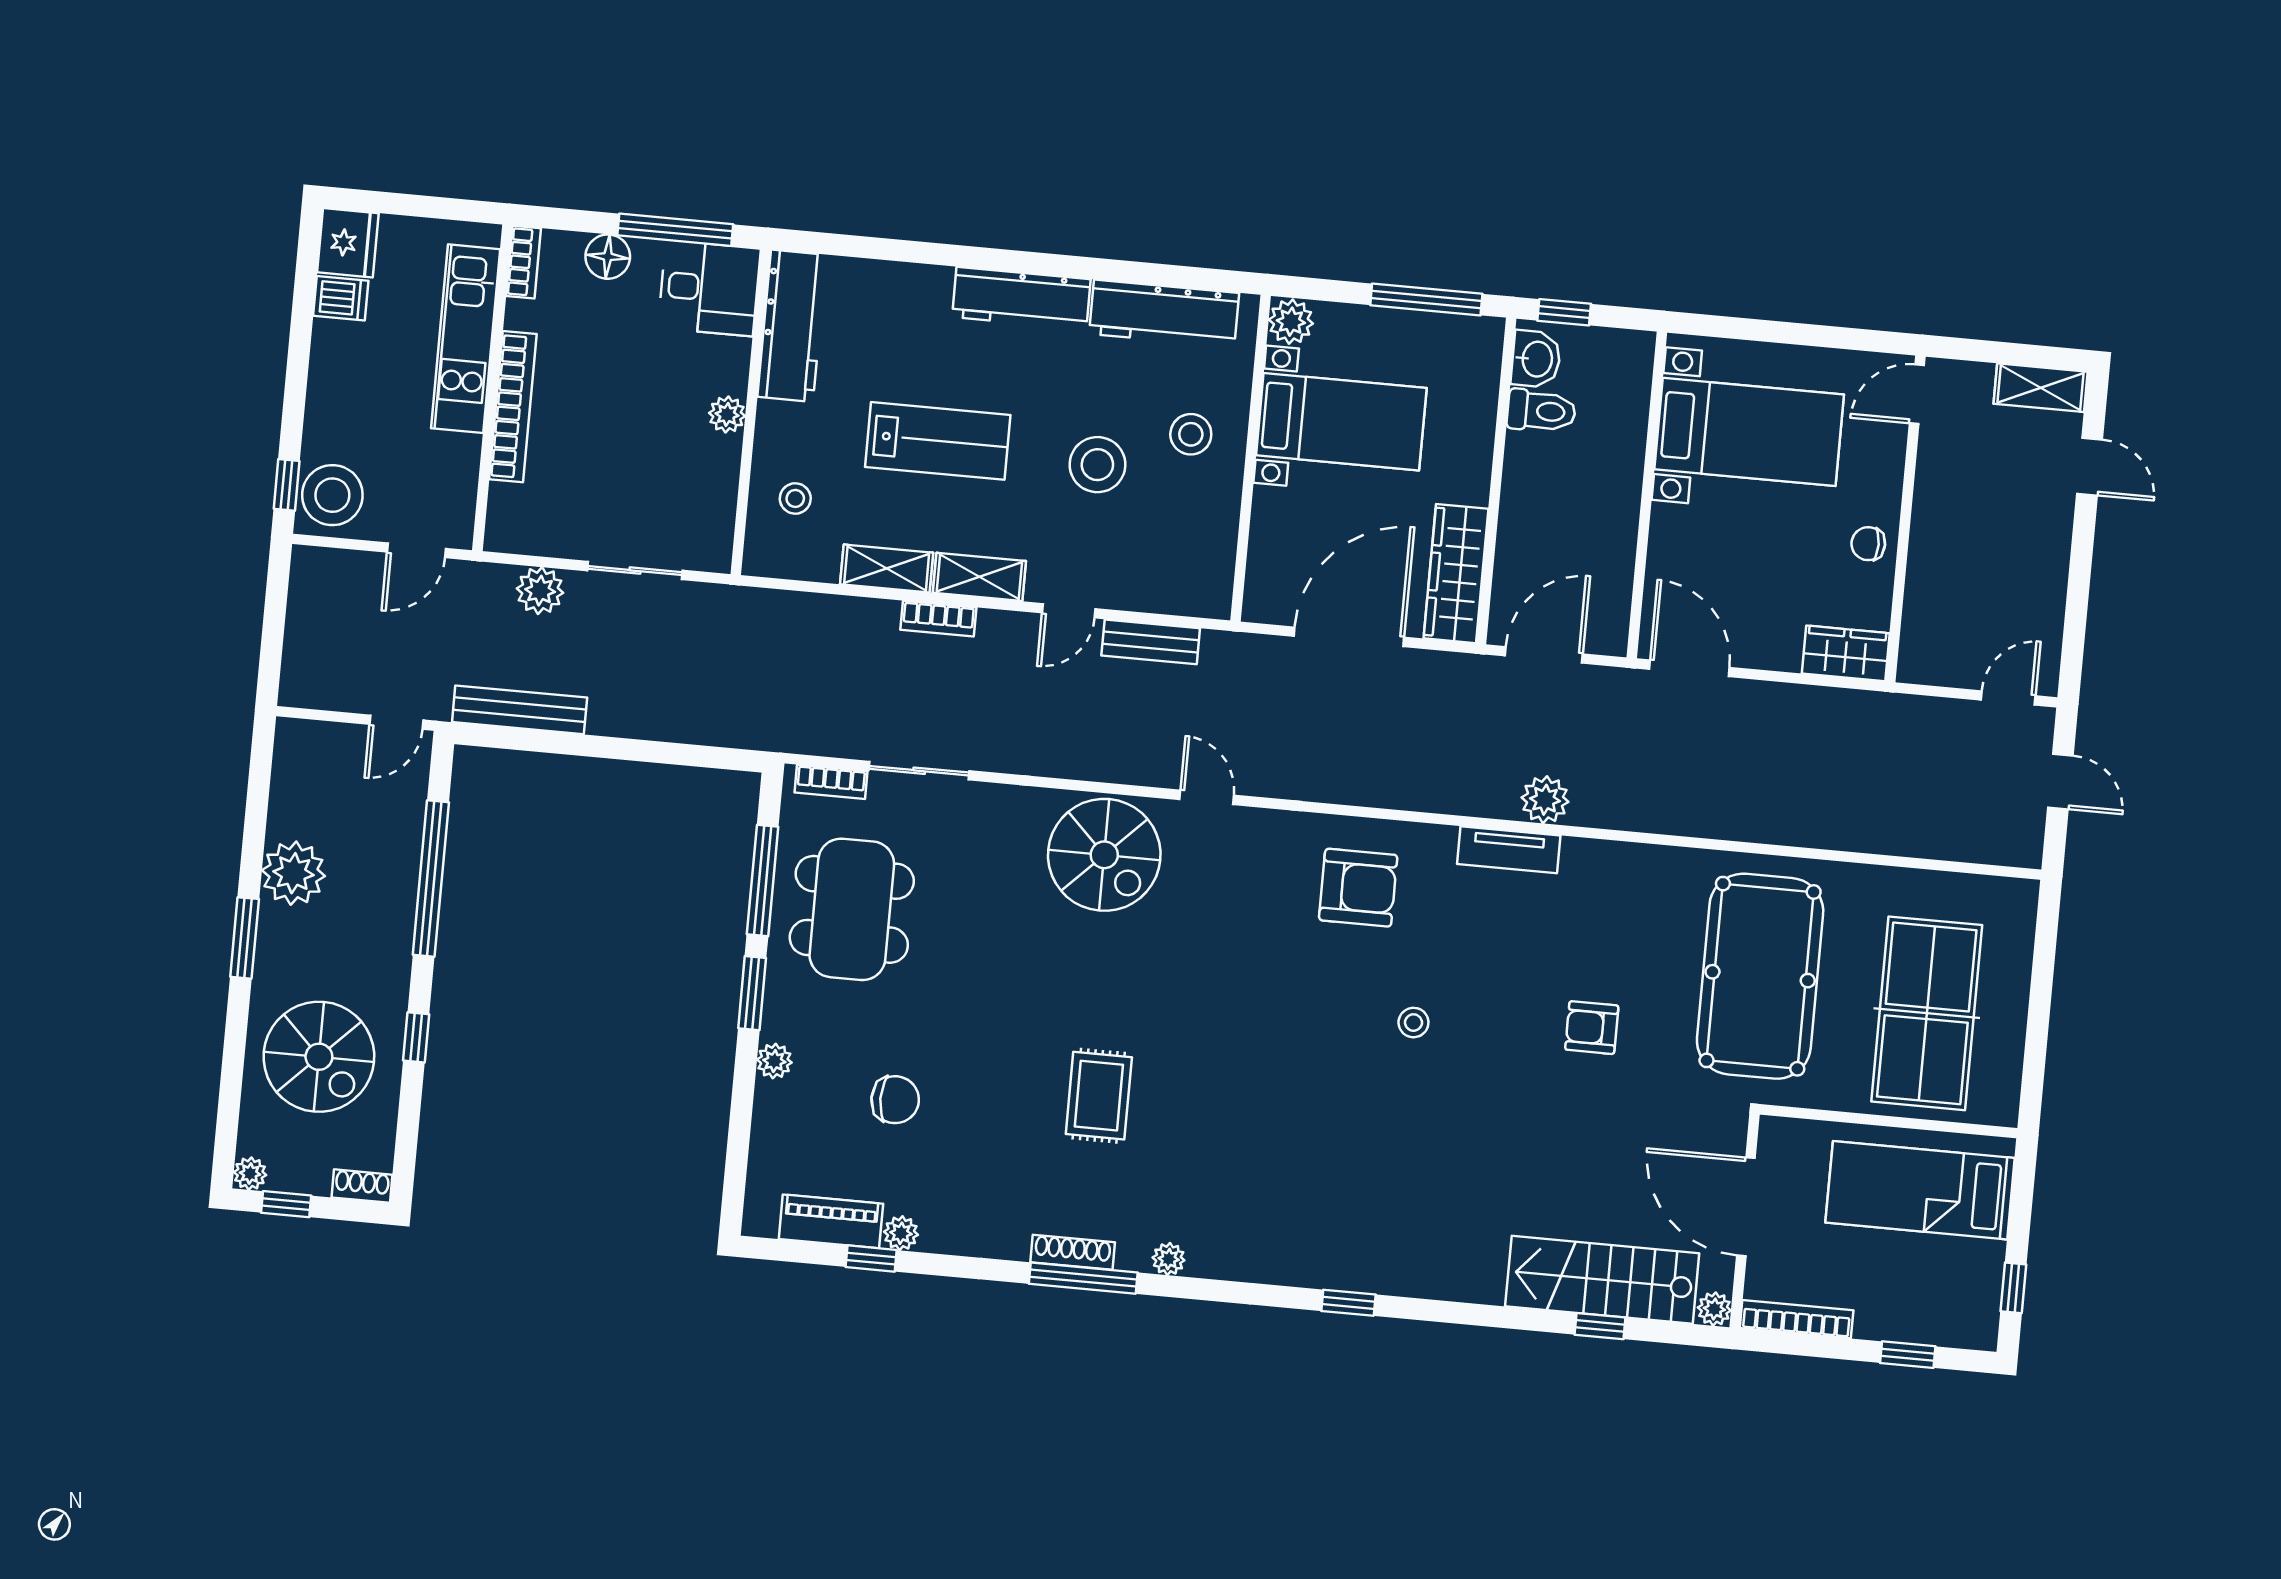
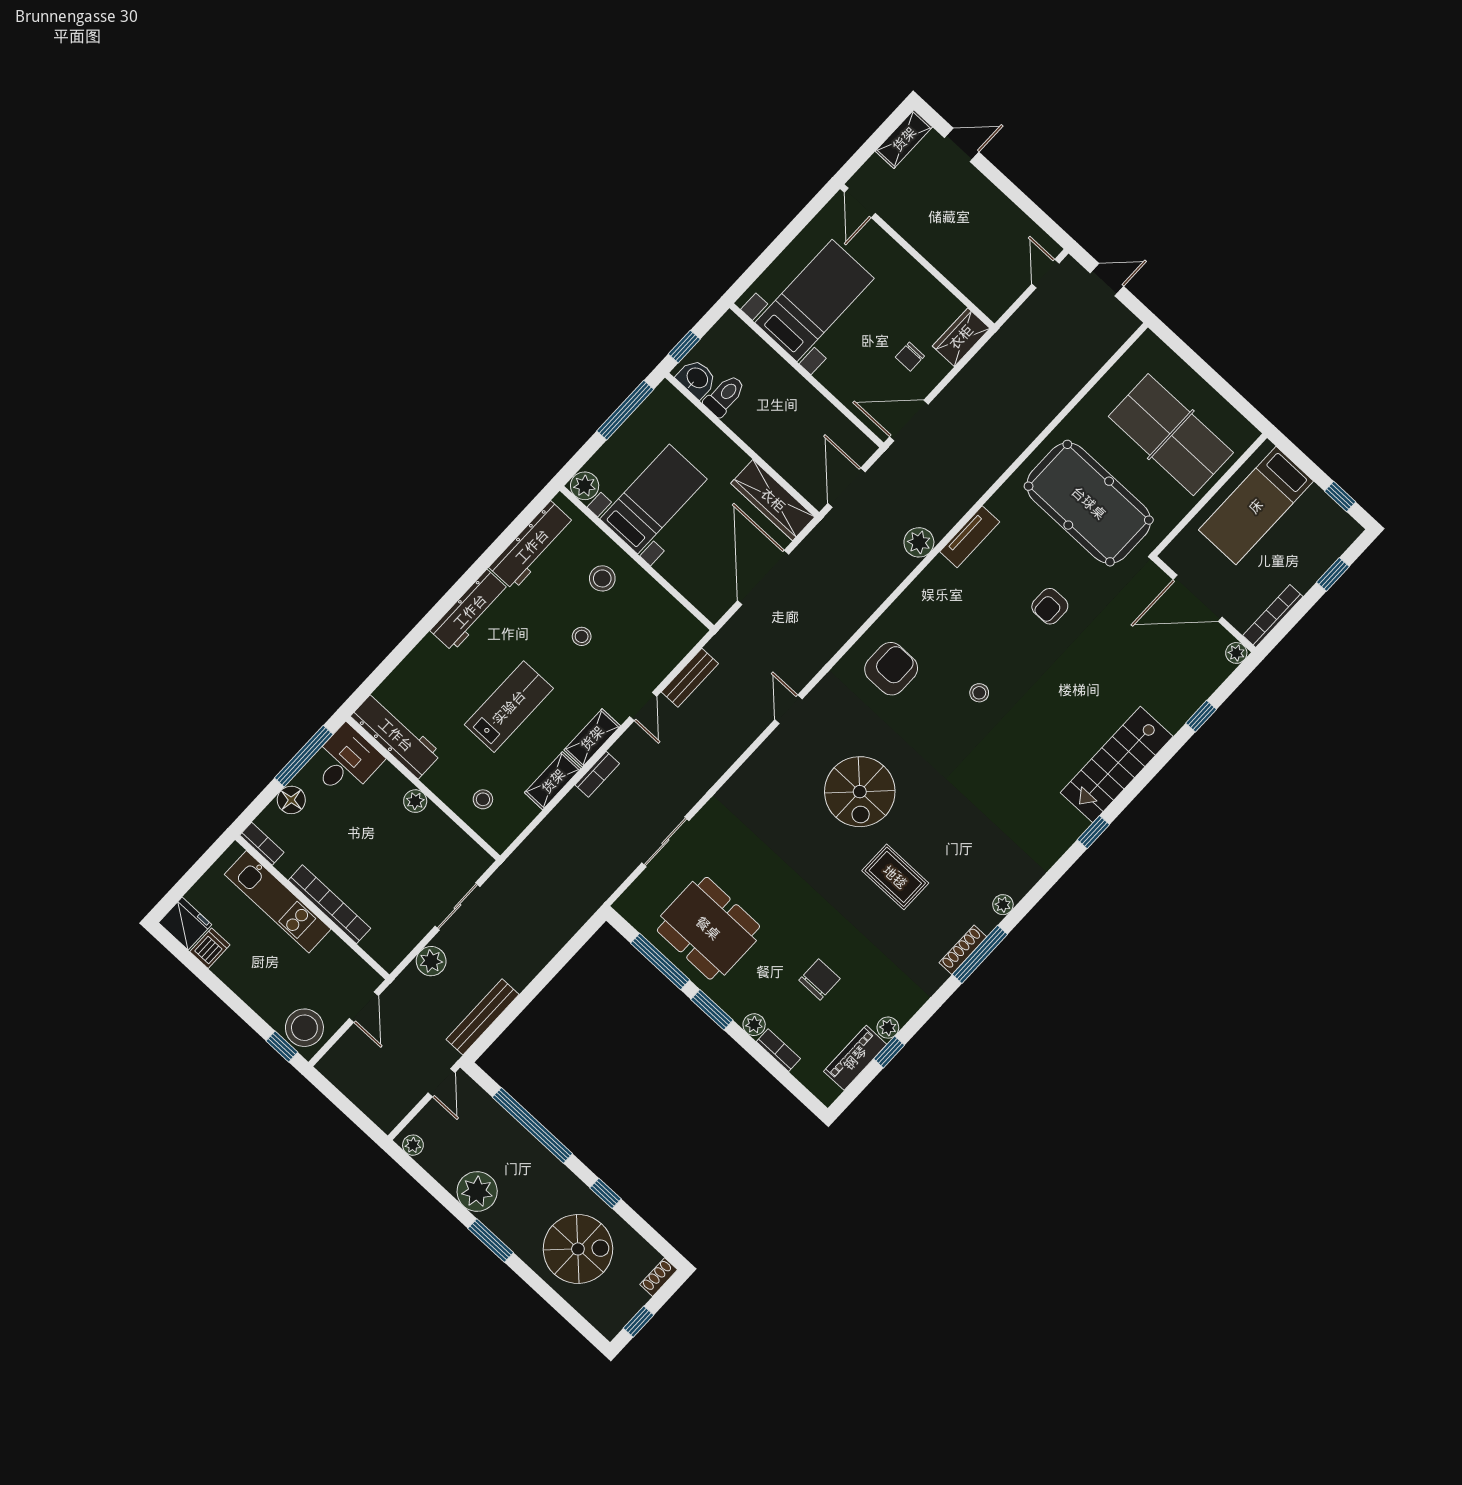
stool: (1097, 465) -> (582, 636), width x0.53, depth x0.53
chair: (1868, 544) -> (910, 357), moved
bookcase: (831, 782) -> (778, 1050), moved, turned -90
door: (1207, 797) -> (788, 709), hinge flipped
tv unit: (1509, 850) -> (970, 537), moved
spiral stairs: (1104, 855) -> (860, 792), moved, turned 90
plant: (250, 1174) -> (413, 1145), moved
stairs: (1602, 1280) -> (1117, 765), moved

